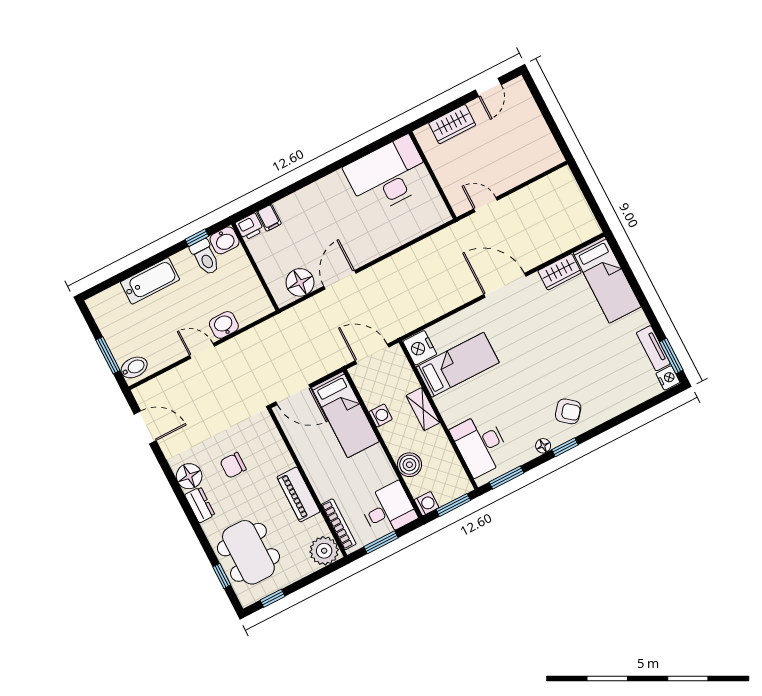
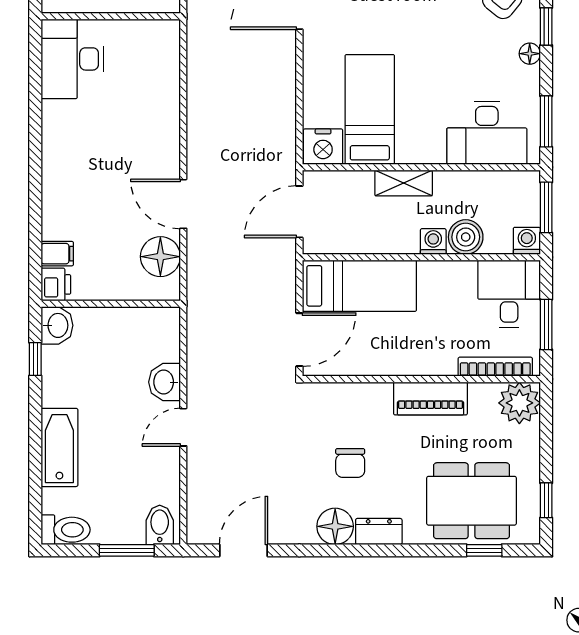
desk: (388, 175) -> (72, 59), width x0.73, depth x0.77
toilet: (205, 257) -> (66, 530), moved
washing machine: (381, 416) -> (433, 241), moved

